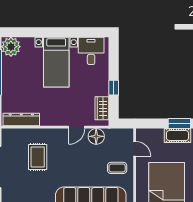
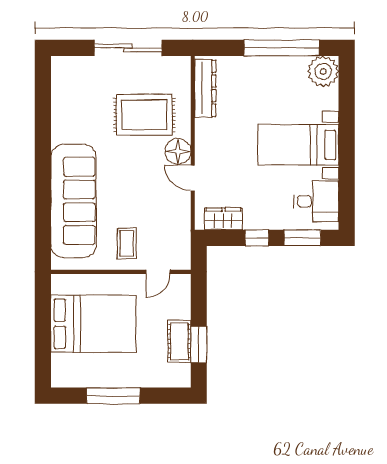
window: (114, 60) -> (302, 238), added
floor lamp: (96, 136) -> (178, 151), moved
rug: (38, 157) -> (144, 115), width x1.36, depth x1.43

